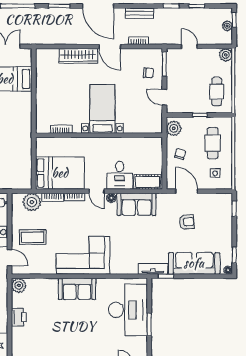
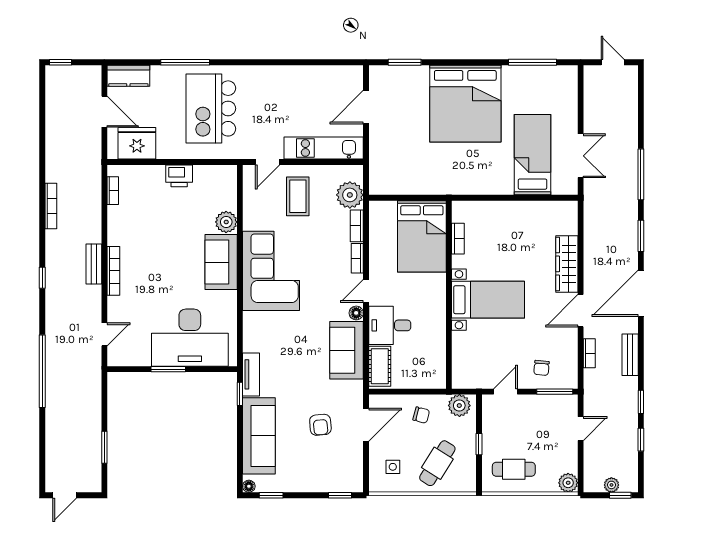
cafe table: (213, 143) -> (437, 463), turned -58
bed: (60, 173) -> (422, 236), moved
plant: (19, 285) -> (226, 222), moved

